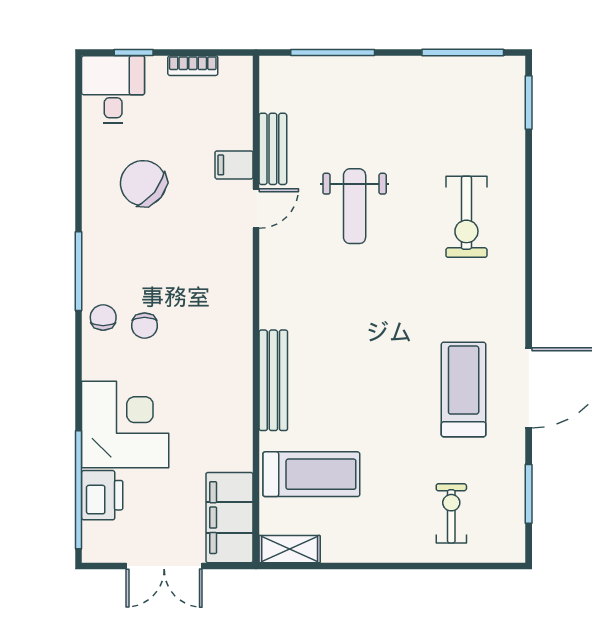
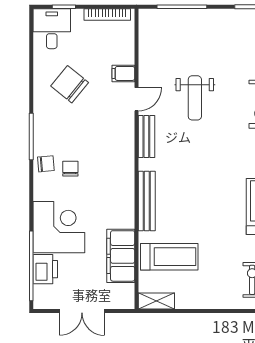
bookcase: (193, 66) -> (107, 15), width x1.56
bench: (273, 149) -> (146, 136), moved
chair: (103, 317) -> (46, 164), turned 85
chair: (145, 326) -> (70, 169), turned 180
filing cabinet: (229, 518) -> (121, 256), moved

